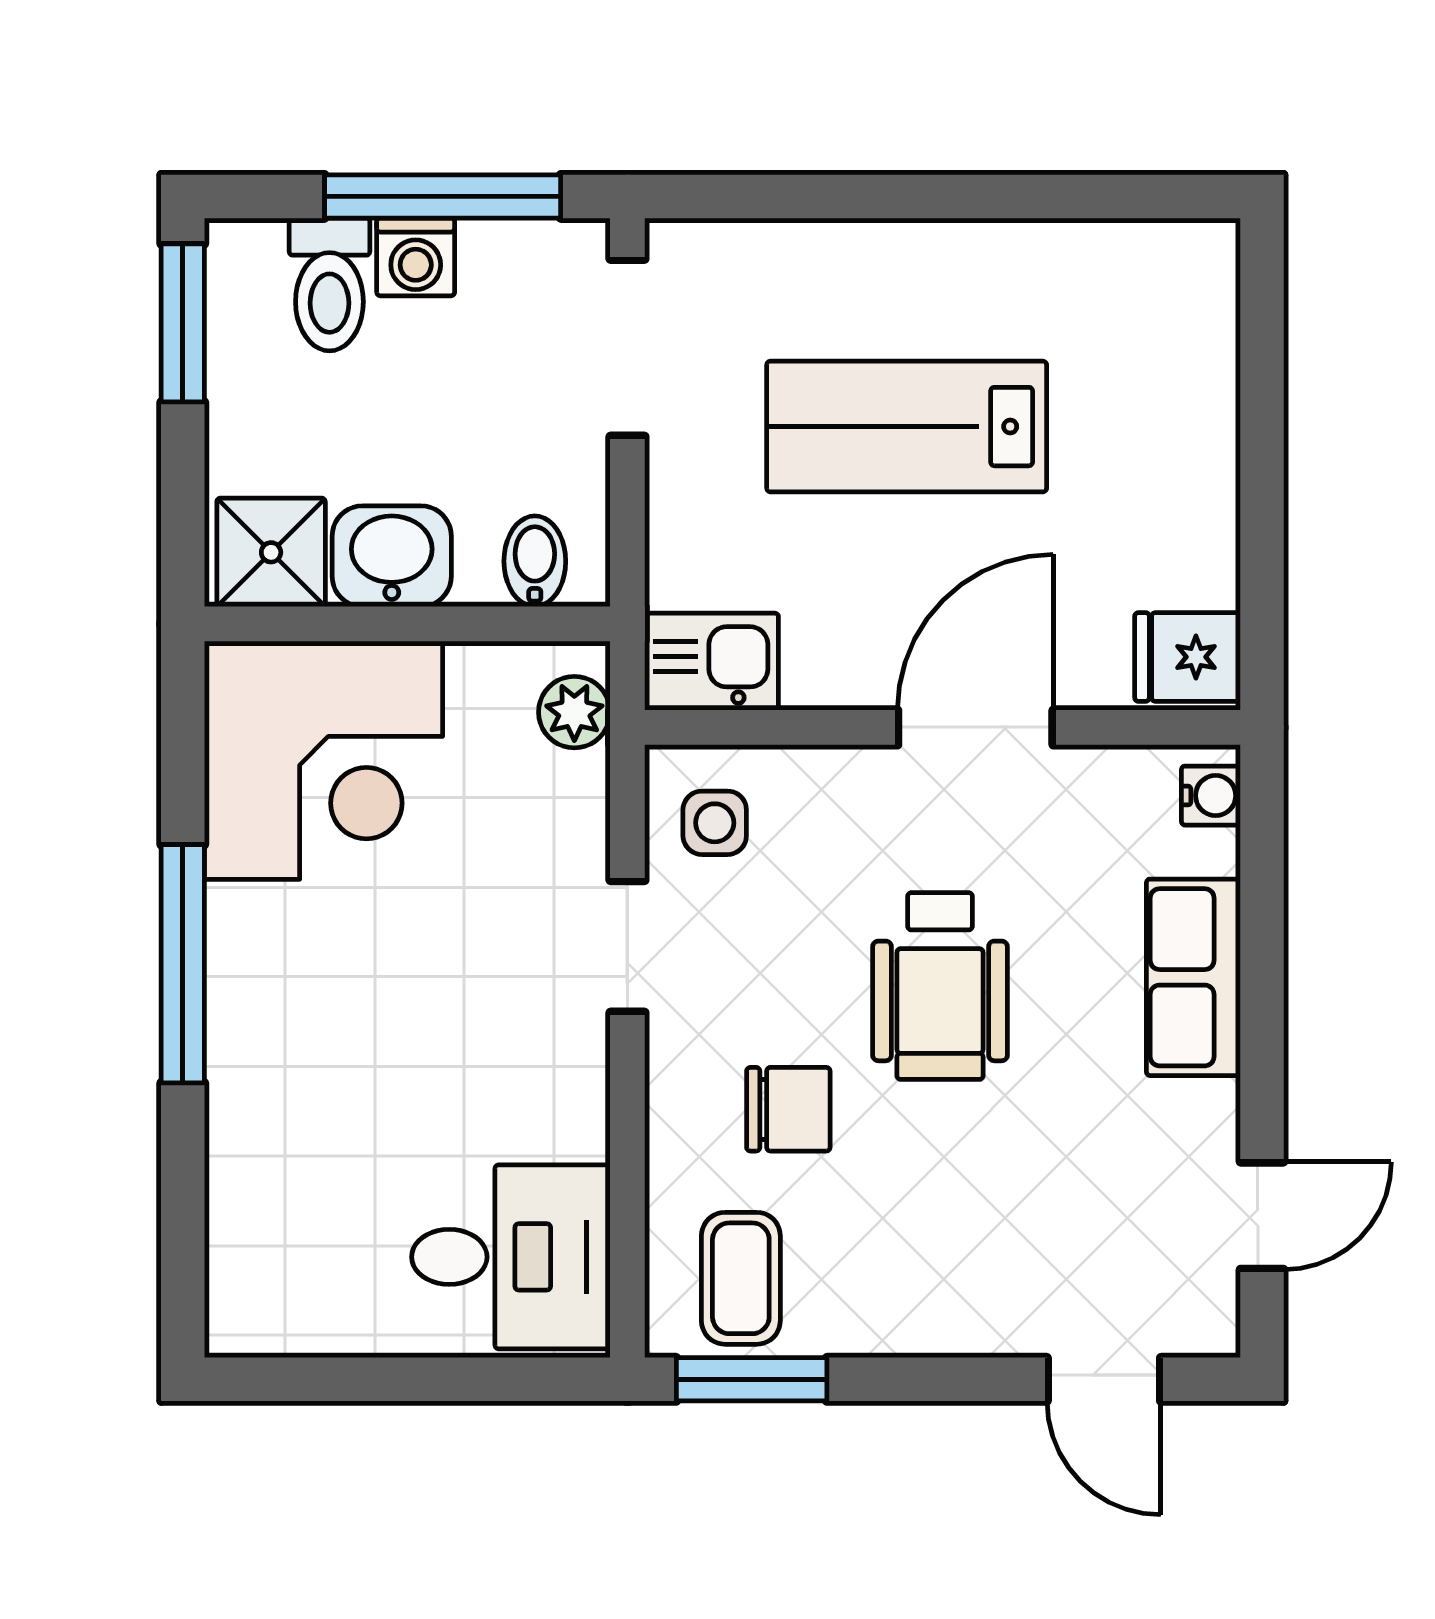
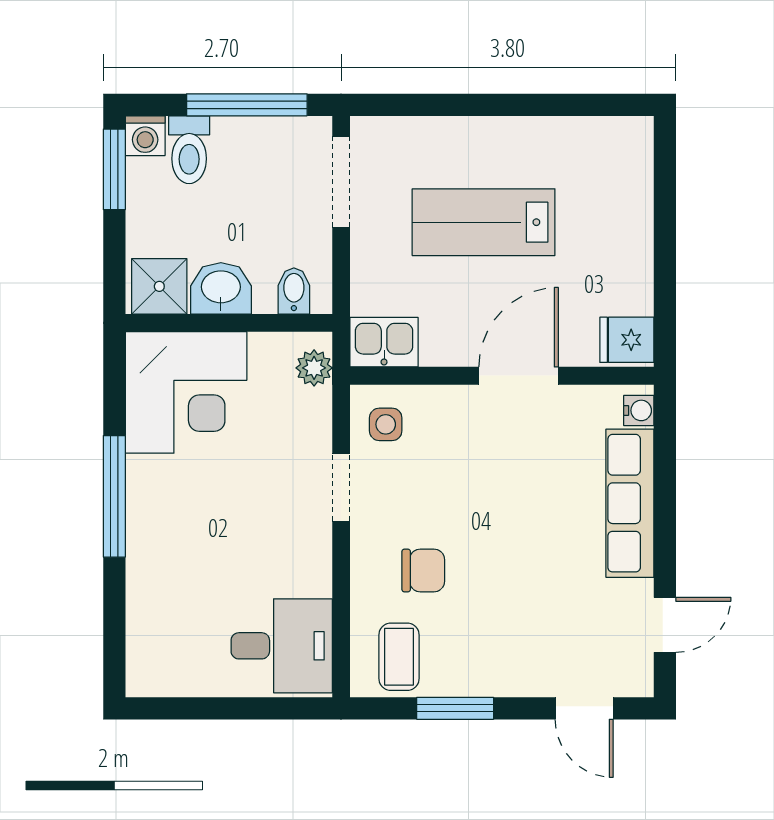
washing machine: (416, 257) -> (145, 136), moved
row of seats: (1193, 977) -> (630, 503), width x1.48
wheelchair: (940, 986) -> (501, 508), removed
window: (752, 1379) -> (455, 708), moved

